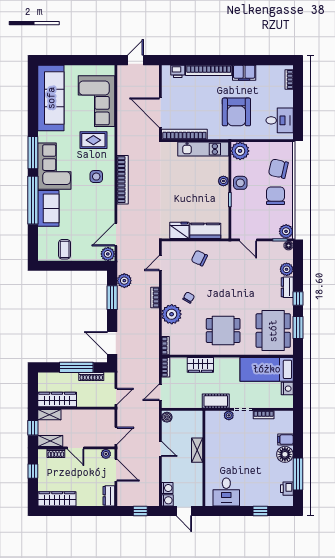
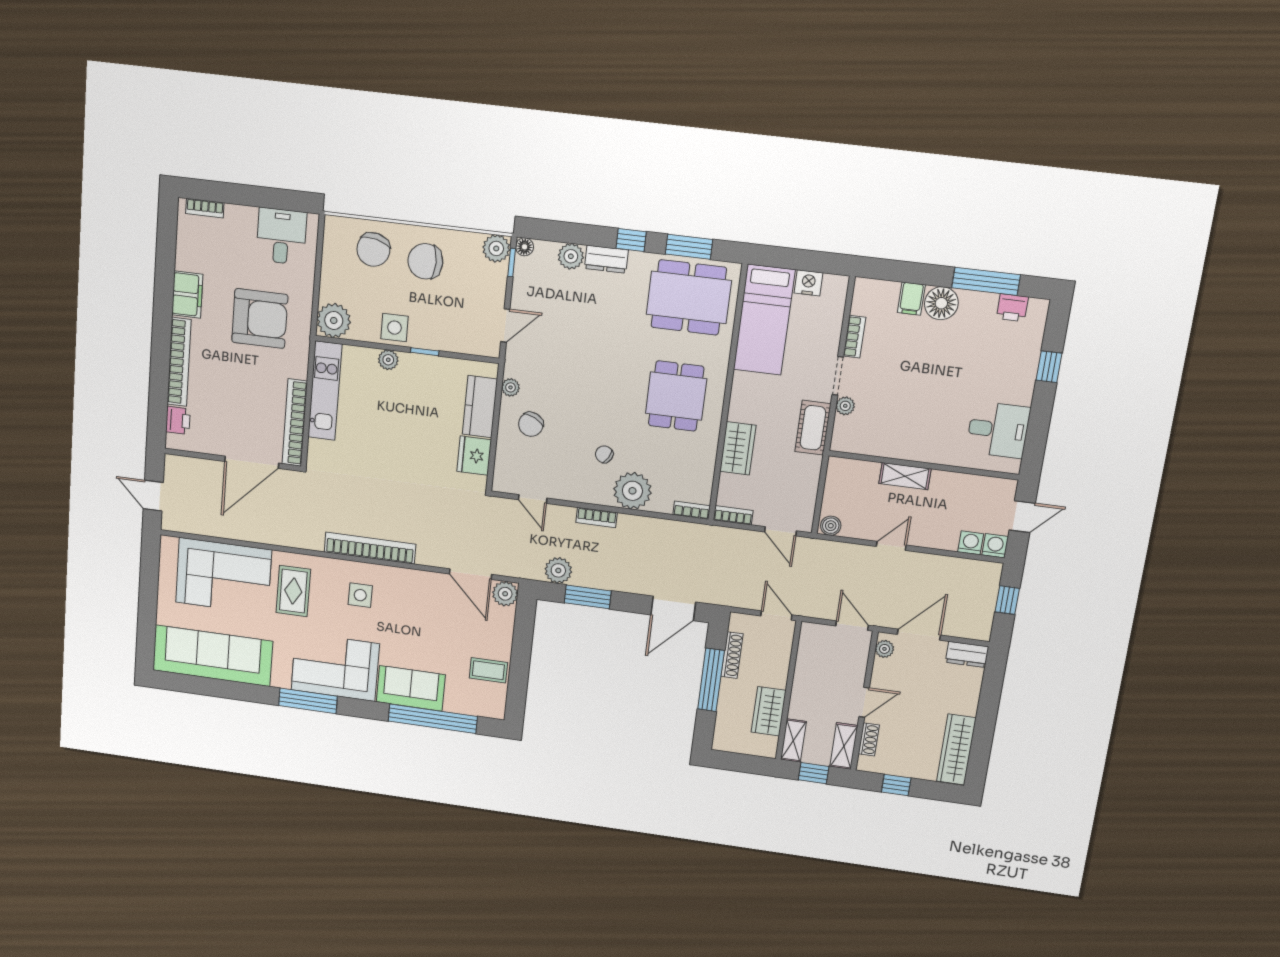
window: (33, 200) -> (433, 719), moved
plant: (217, 246) -> (511, 387), added
wardrobe: (57, 400) -> (769, 711), width x0.67

